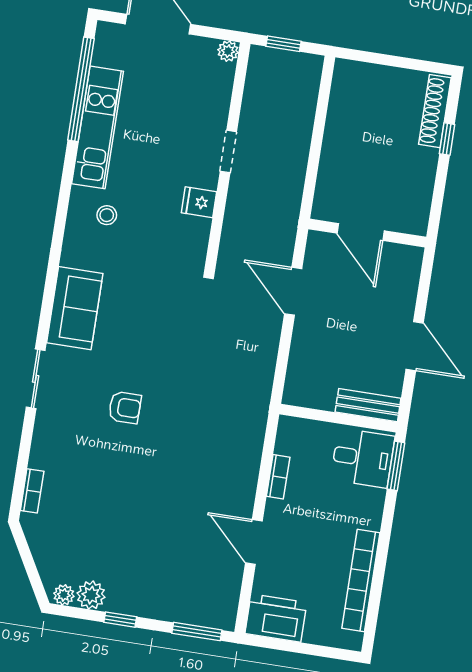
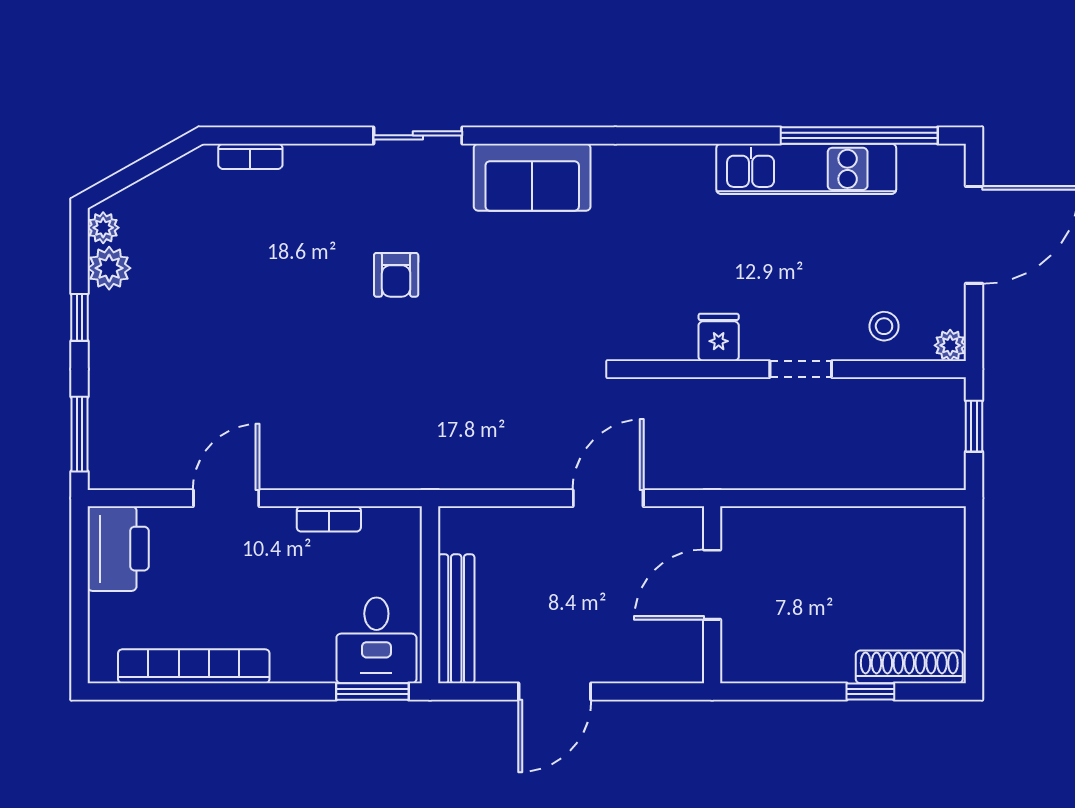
stool: (107, 215) -> (884, 326), moved
bench: (368, 405) -> (456, 619), width x1.36

